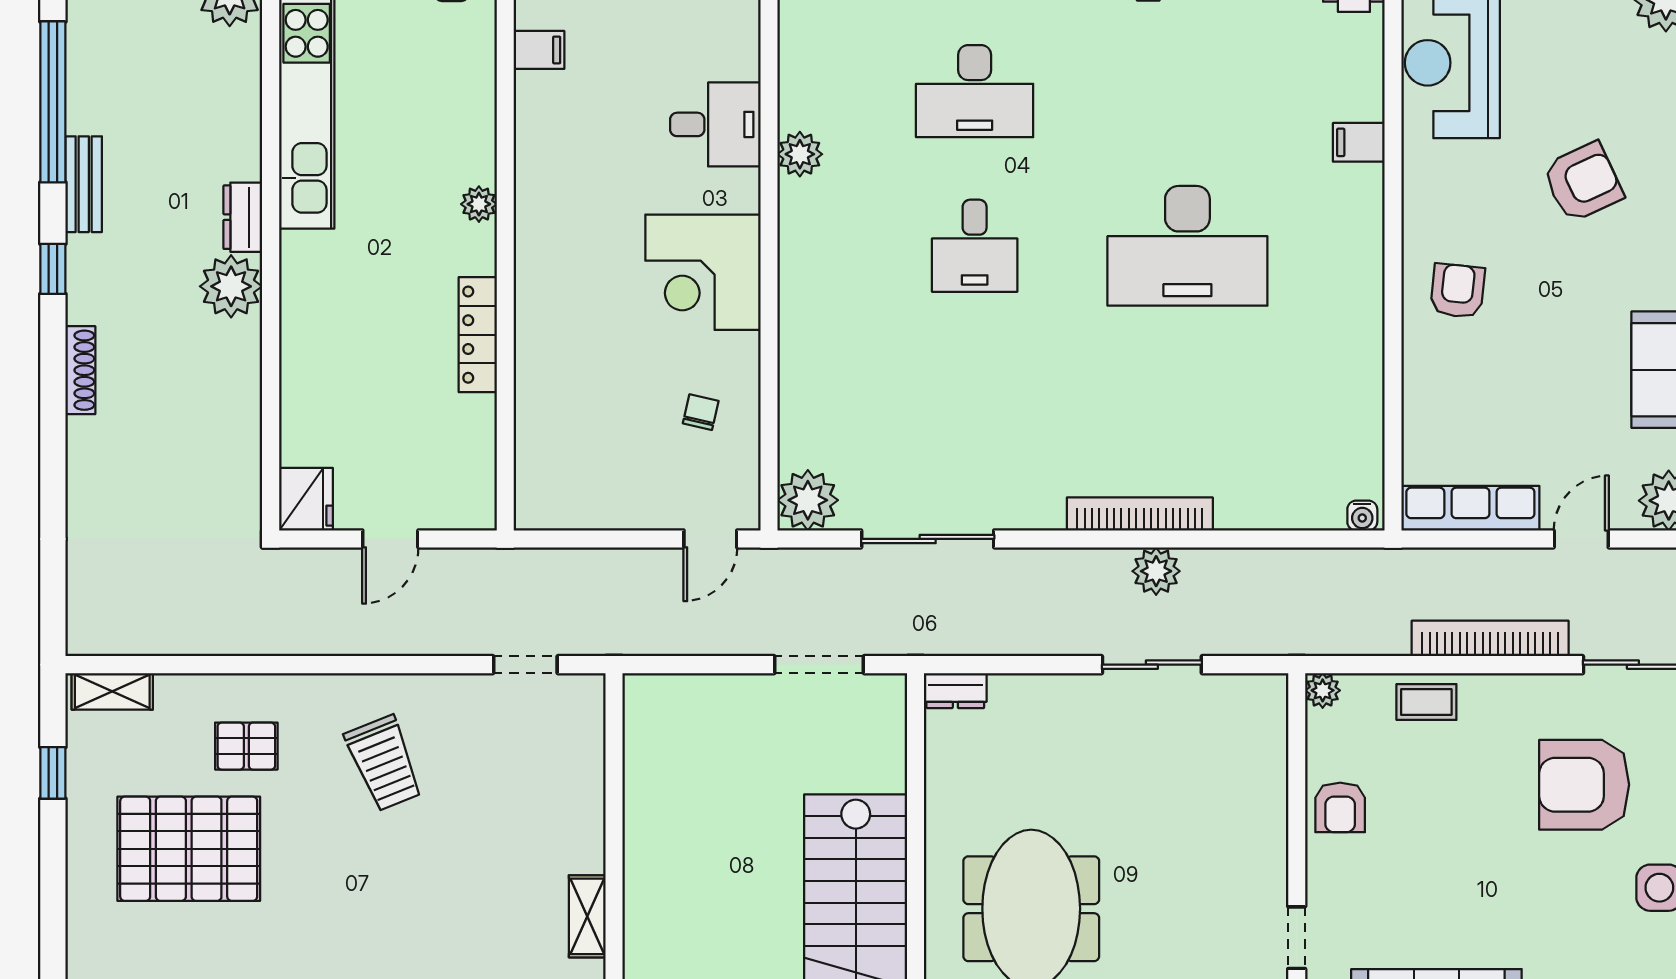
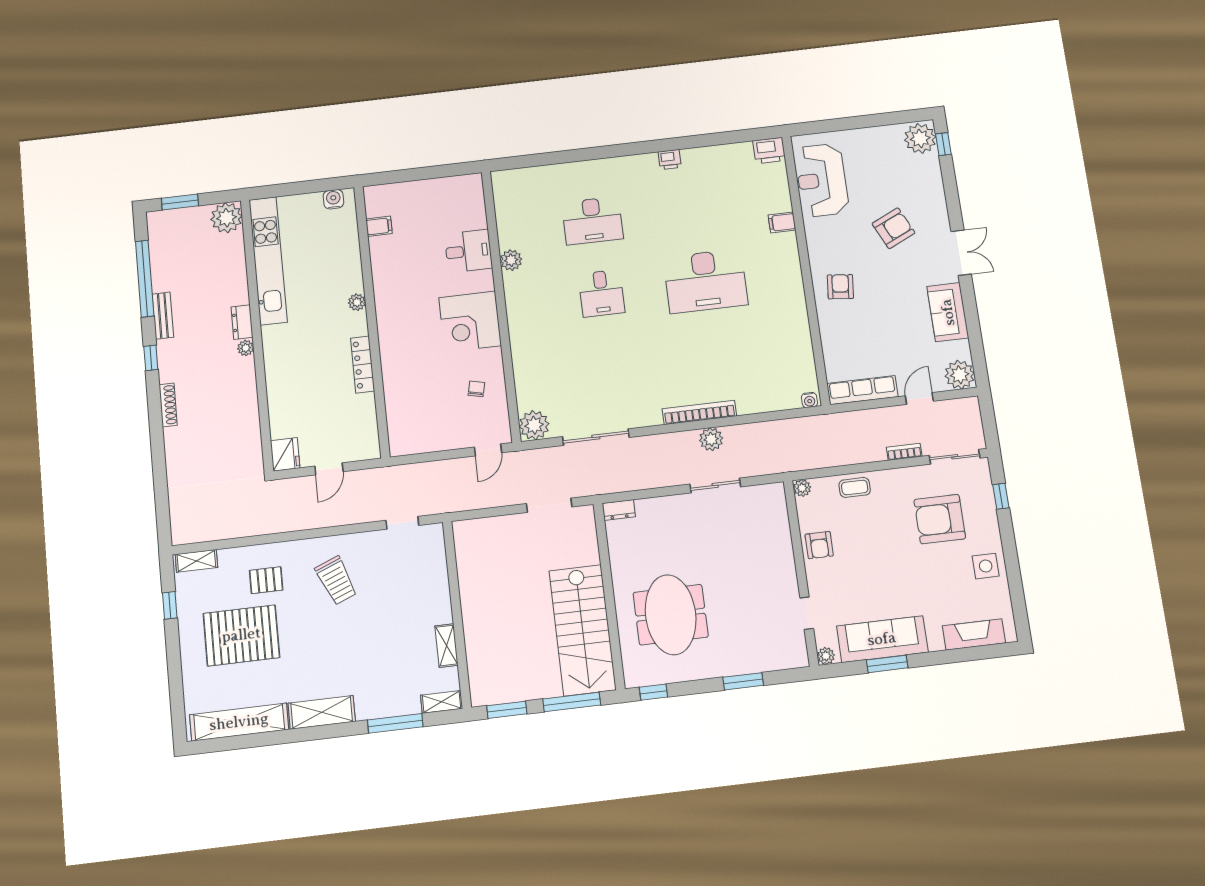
plant: (231, 286) -> (246, 348), width x0.53, depth x0.53
bookcase: (1490, 638) -> (904, 452), width x0.43, depth x0.76

